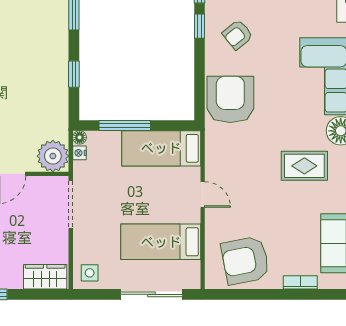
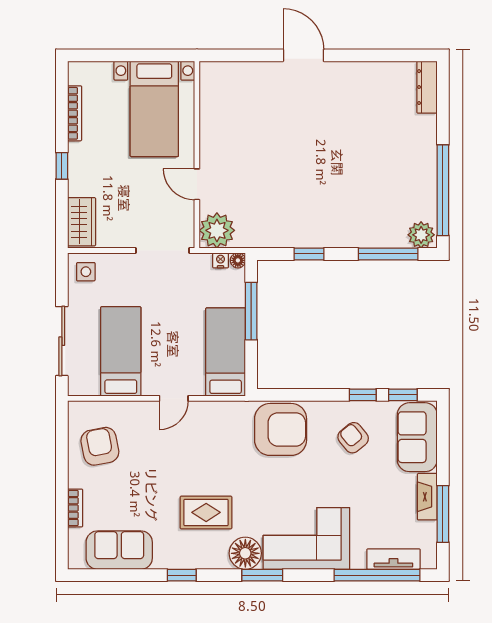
rug: (304, 166) -> (206, 512), turned 90
armchair: (245, 260) -> (100, 446), width x0.73, depth x0.73

